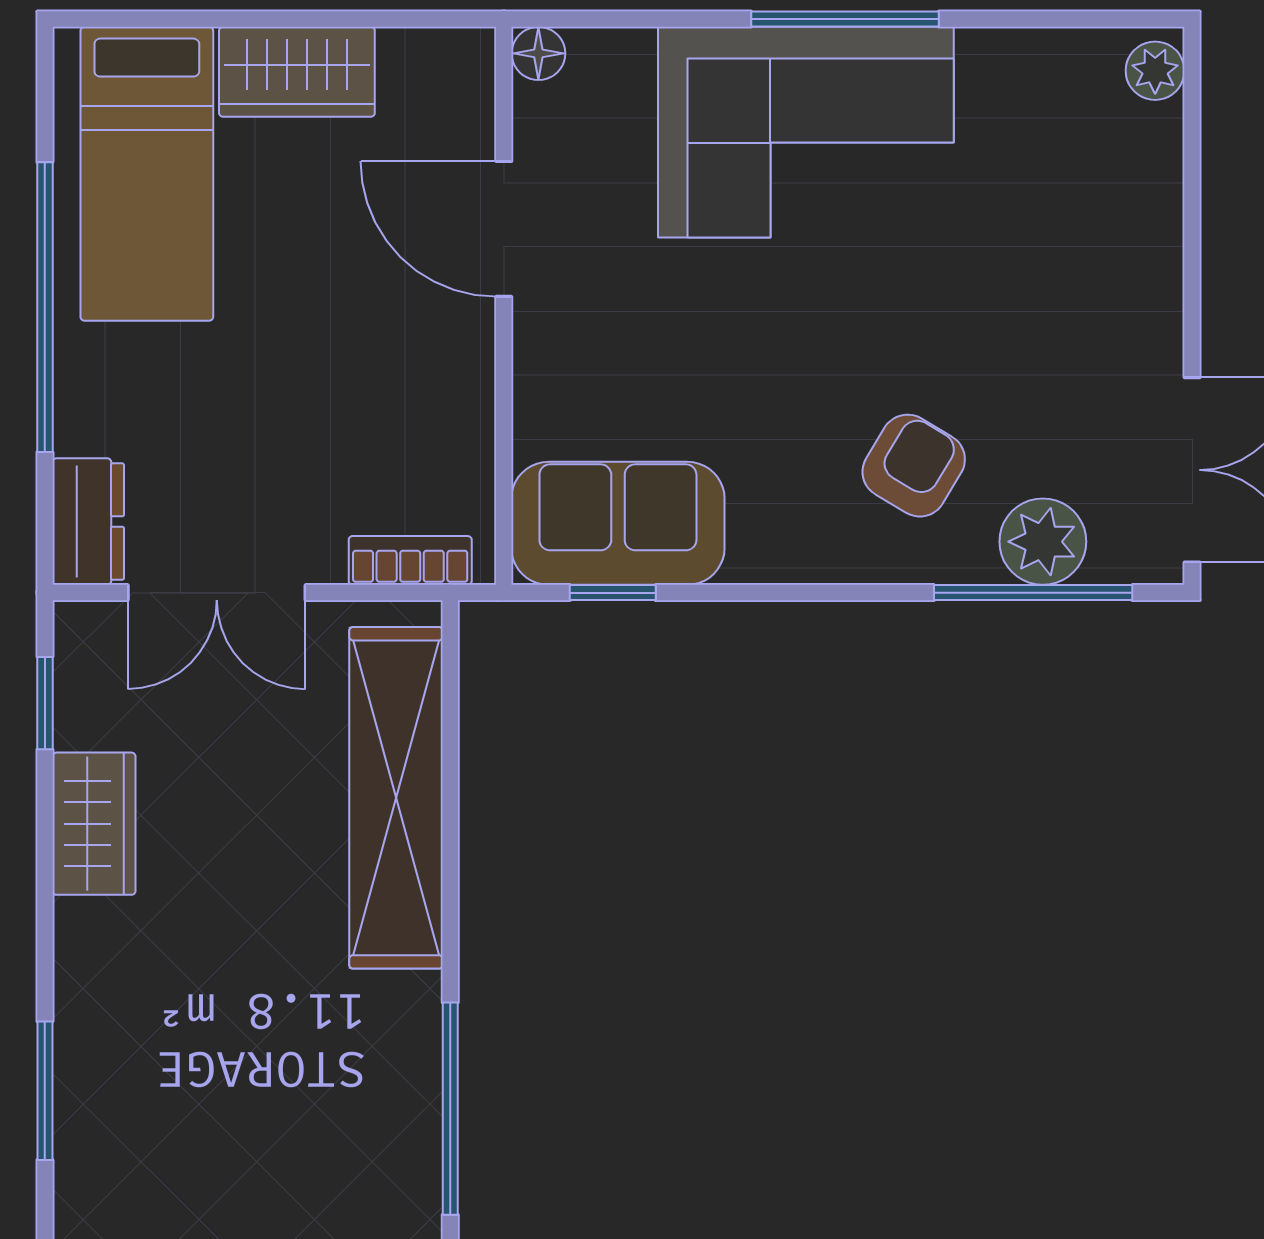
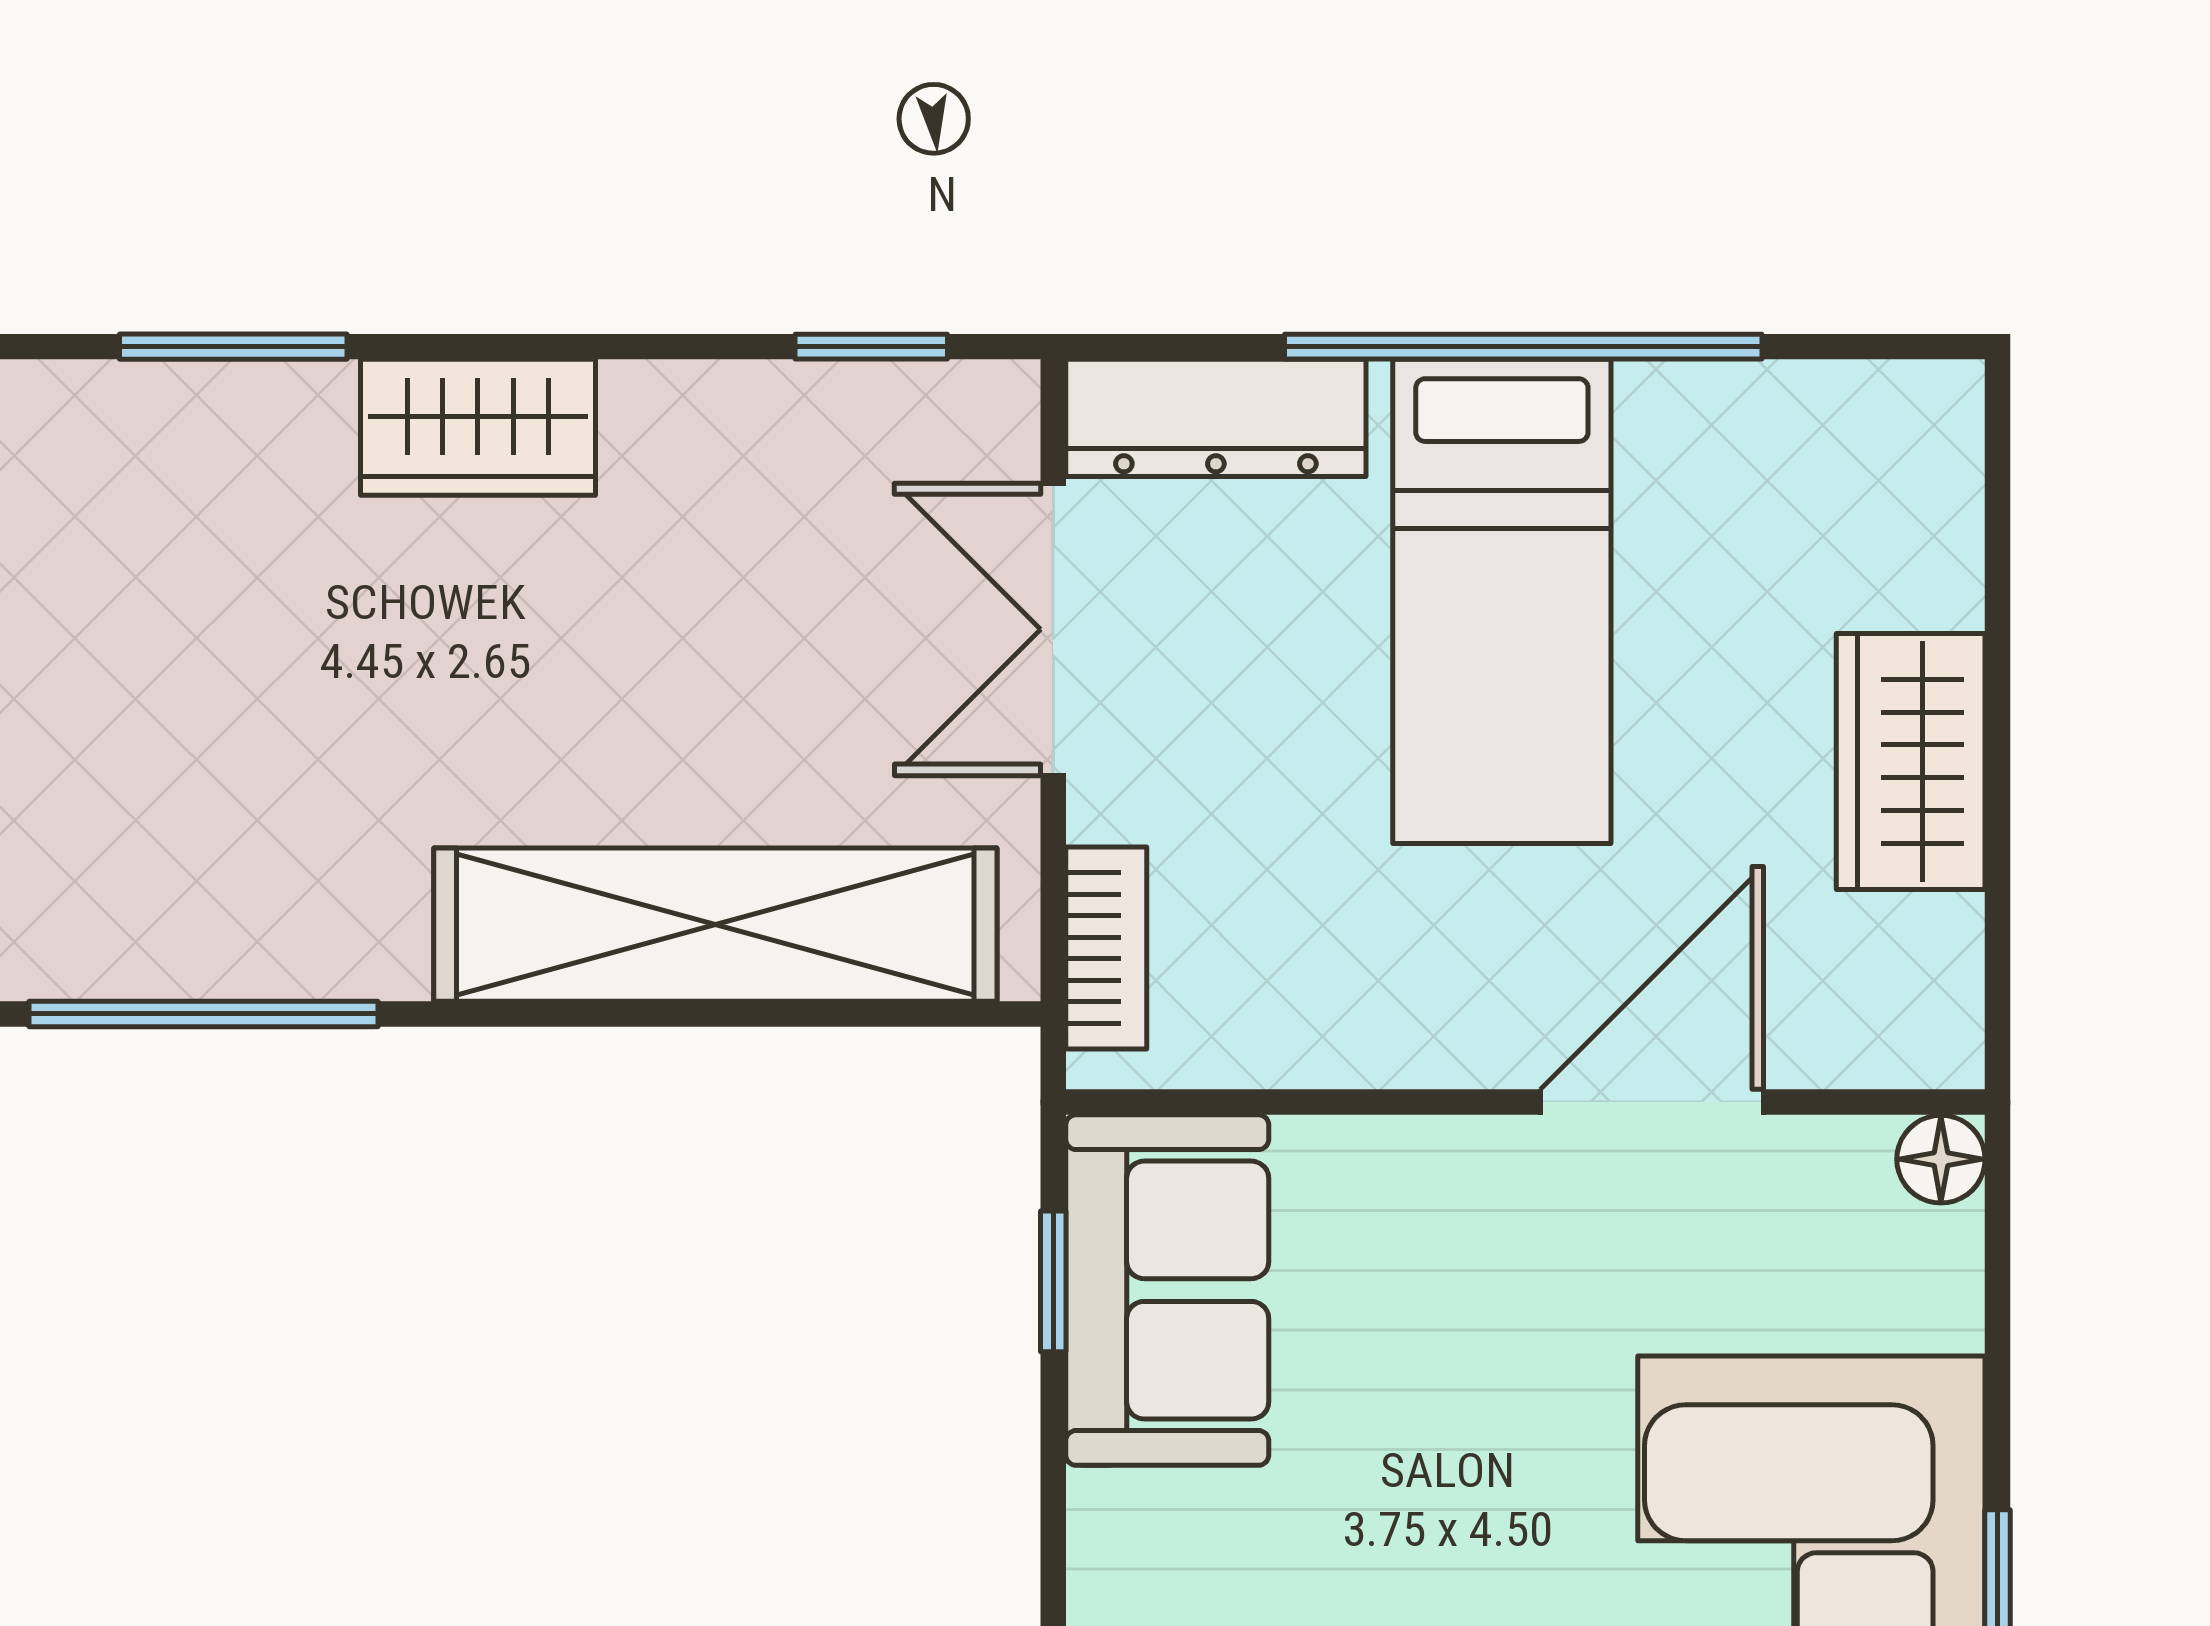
bed: (147, 174) -> (1502, 601), moved, turned -90
dresser: (88, 522) -> (1216, 418), width x1.44
wardrobe: (94, 824) -> (478, 427), moved

